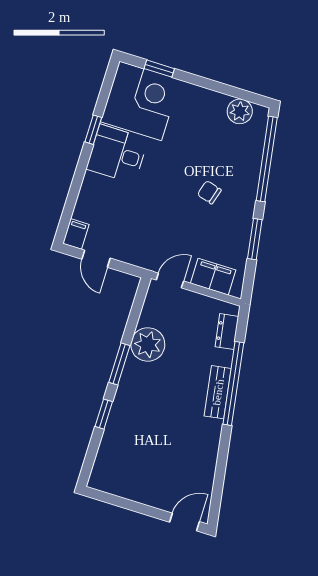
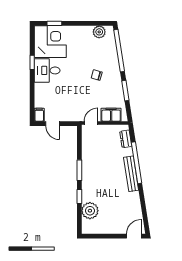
plant: (148, 344) -> (90, 211), moved
bench: (218, 392) -> (131, 174), width x1.36

